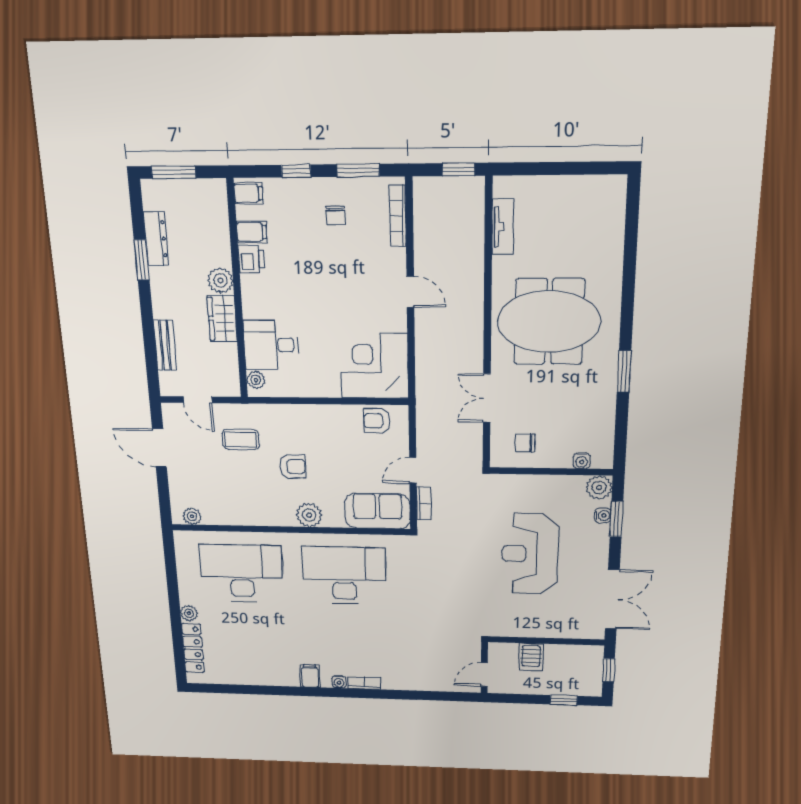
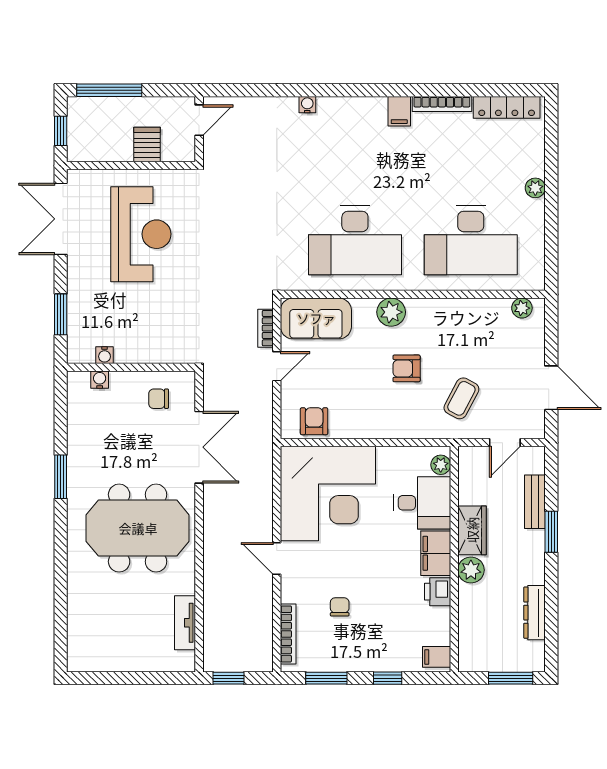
chair: (335, 215) -> (340, 607), moved
filing cabinet: (252, 232) -> (436, 553), moved, width x2.00
window: (142, 260) -> (551, 532), moved
corner desk: (374, 366) -> (328, 494), width x1.36, depth x1.36
double door: (487, 398) -> (199, 447), width x1.37
door: (198, 400) -> (505, 443), swing flipped
armchair: (377, 421) -> (314, 421), turned -90
coffee table: (241, 440) -> (461, 398), turned -62
chair: (525, 443) -> (159, 399), turned 180
plant: (599, 488) -> (80, 350), removed
water cooler: (603, 515) -> (105, 355), moved, turned -90
reception desk: (530, 554) -> (141, 234), moved
locker: (193, 648) -> (507, 107), moved, turned -90
water cooler: (339, 682) -> (307, 105), moved
bookcase: (364, 683) -> (442, 104), moved, width x1.56
window: (564, 700) -> (109, 90), width x2.17

